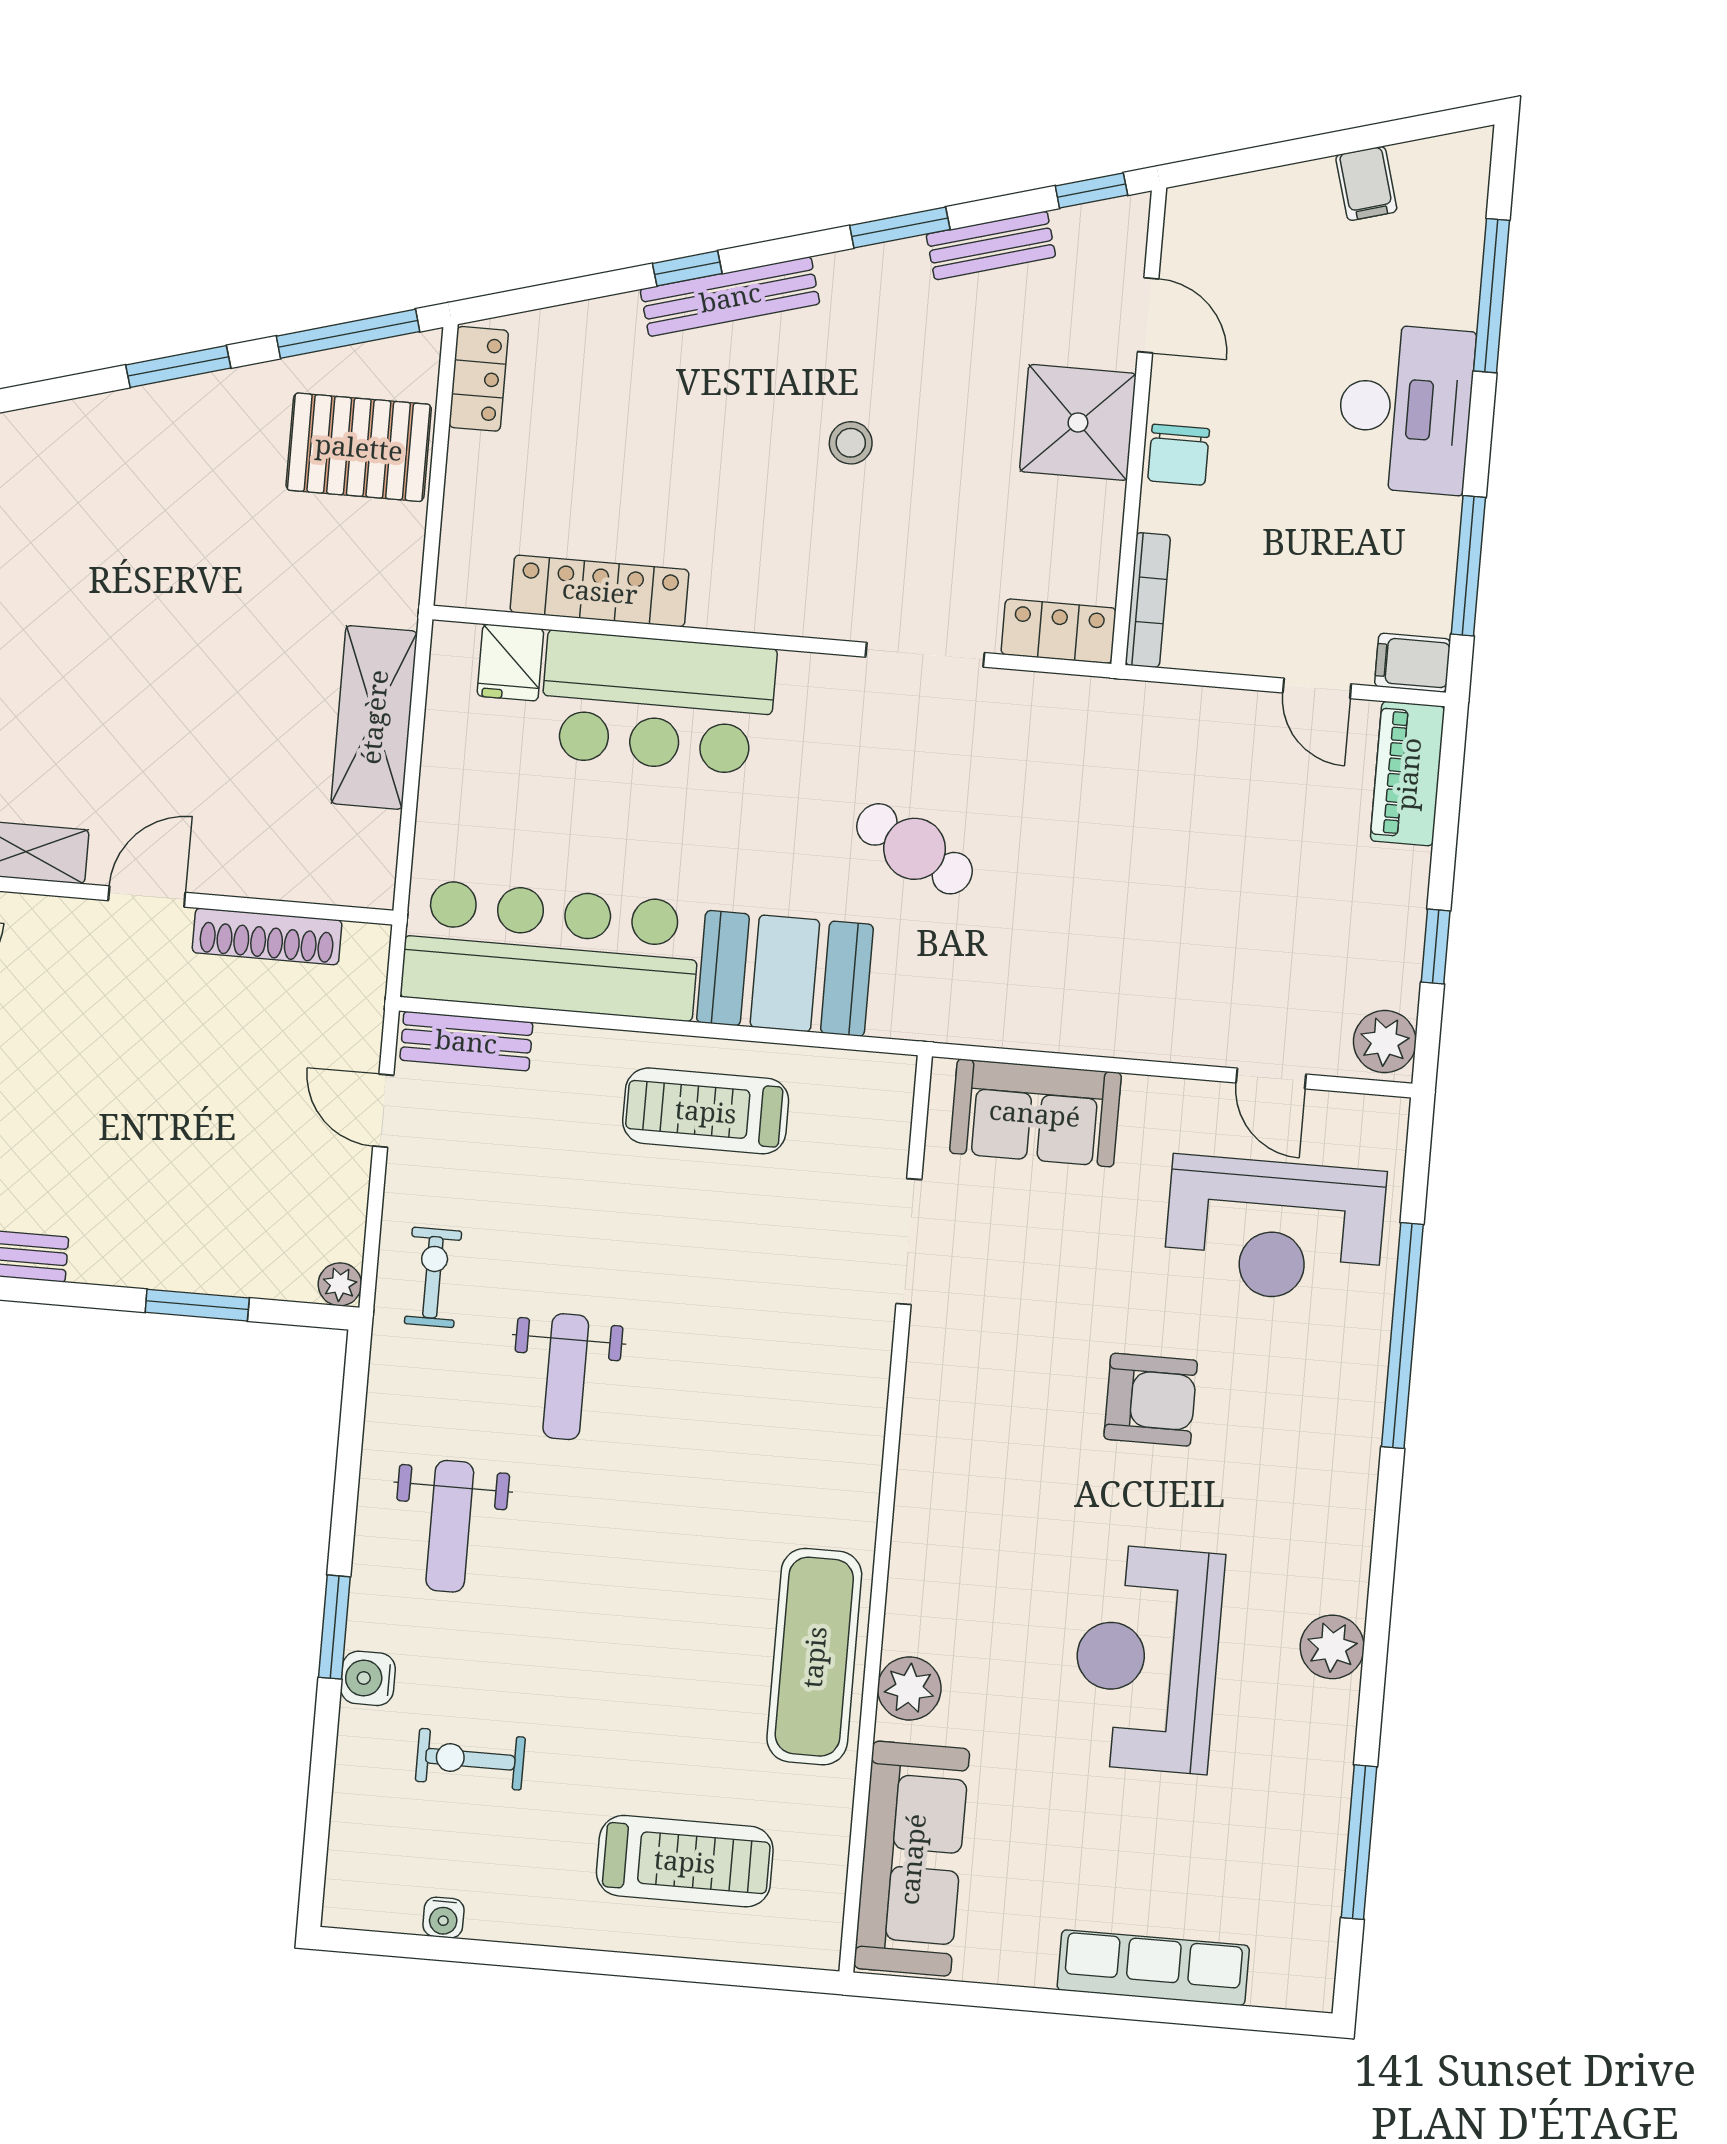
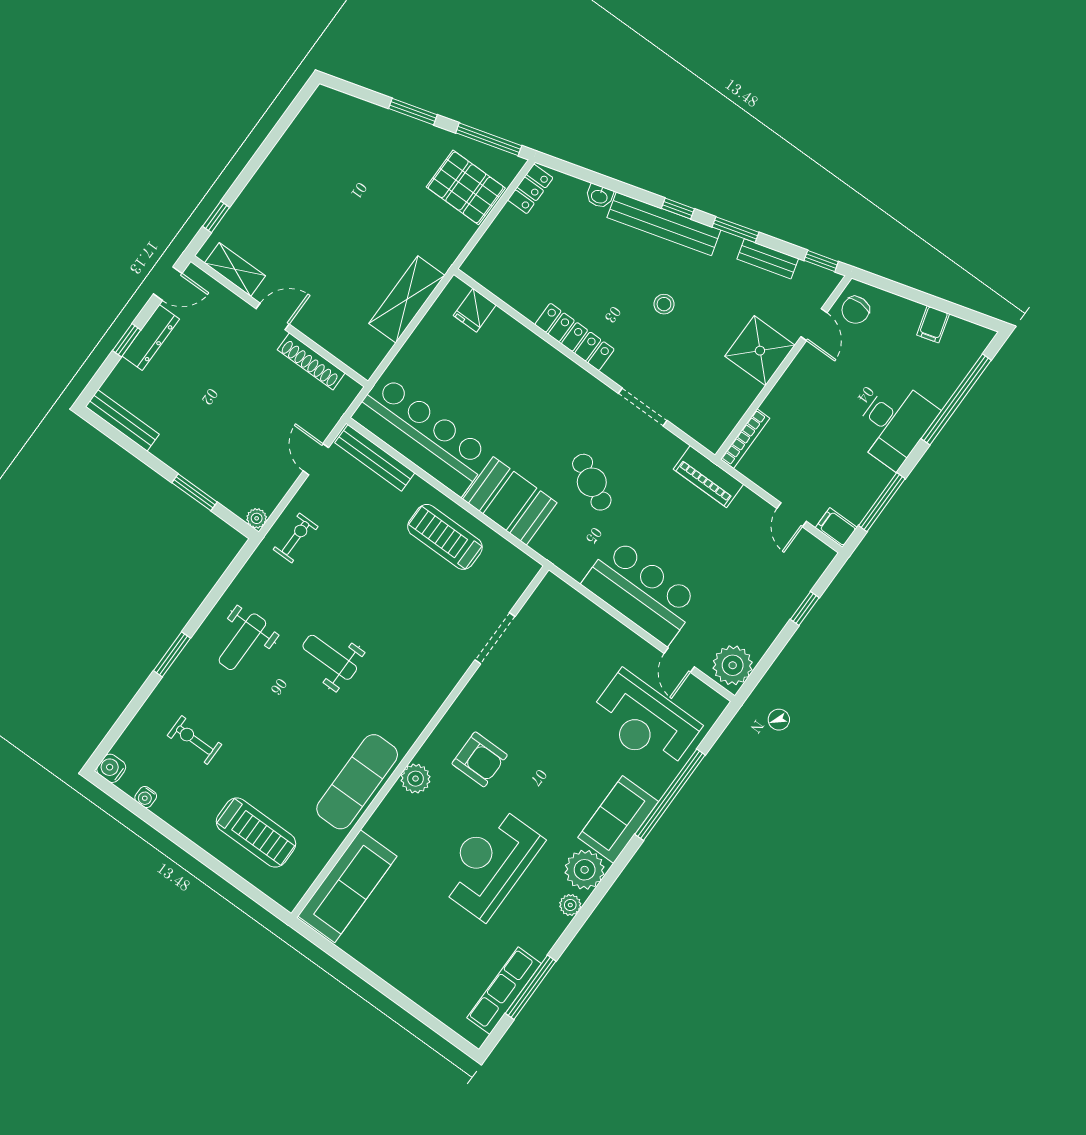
window: (687, 268) -> (678, 209), moved
window: (1491, 296) -> (956, 399), width x1.46
bench: (730, 297) -> (664, 224), width x1.37, depth x1.21
washbasin: (614, 316) -> (599, 196), added
chair: (1179, 455) -> (856, 310), moved
locker: (600, 591) -> (575, 337), moved
locker: (1059, 631) -> (702, 430), removed
bar counter: (658, 703) -> (641, 592), moved, turned 180
piano: (1408, 774) -> (708, 477), moved, turned -90
window: (1436, 946) -> (805, 609), moved
bench: (466, 1041) -> (375, 458), width x1.36
plant: (1385, 1042) -> (733, 665), width x1.36, depth x1.36
sofa: (1035, 1113) -> (618, 819), moved, turned 90
weight bench: (566, 1377) -> (330, 657), moved, turned 90
armchair: (1151, 1400) -> (480, 759), moved
plant: (1328, 1567) -> (585, 870), added
plant: (1332, 1647) -> (570, 905), width x0.73, depth x0.73
water cooler: (368, 1678) -> (111, 768), moved
plant: (909, 1688) -> (416, 779), moved
row of seats: (1153, 1968) -> (504, 991), moved, turned -90

